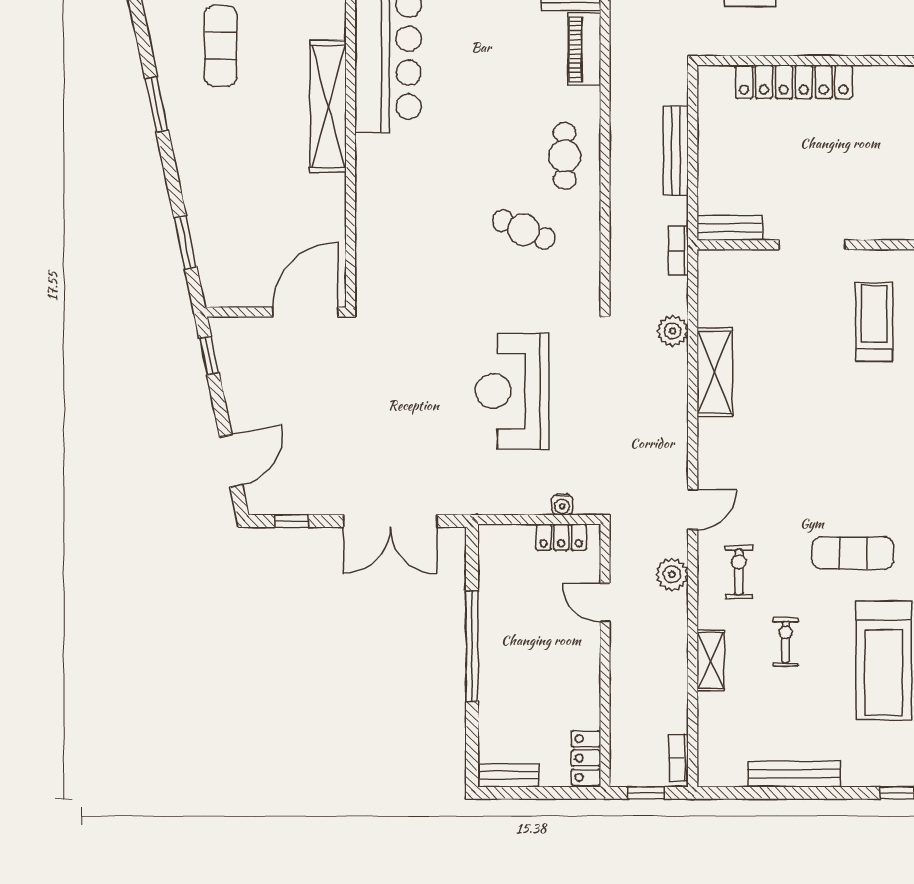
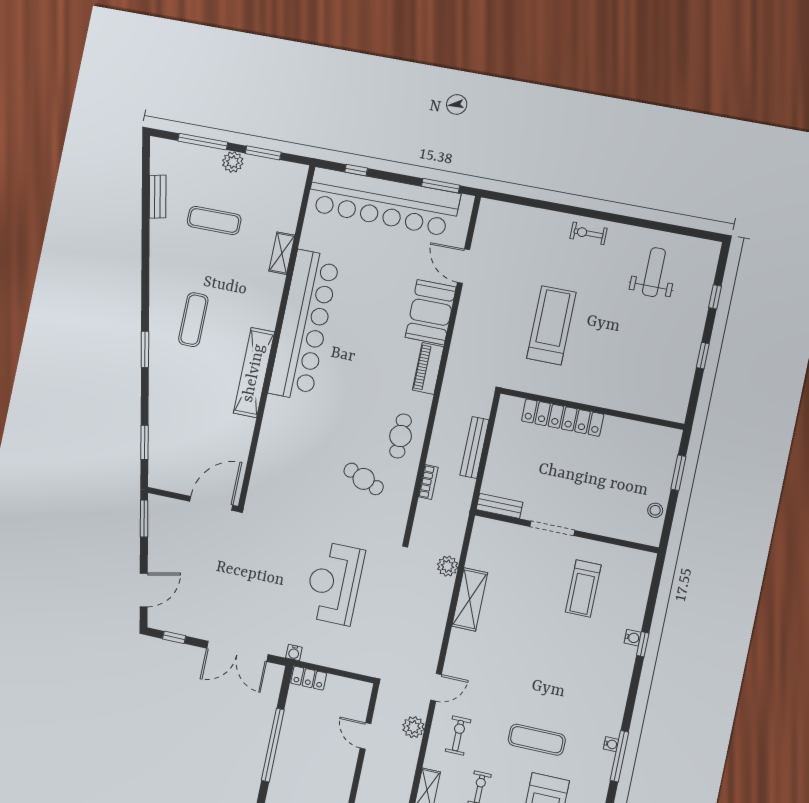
bookcase: (678, 251) -> (428, 482), moved, turned 180
treadmill: (874, 322) -> (583, 589), turned 180
window: (209, 355) -> (144, 518), width x1.50
water cooler: (562, 505) -> (294, 653), moved
locker: (561, 537) -> (309, 678), moved

